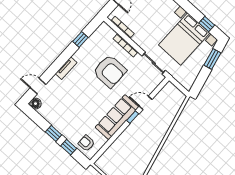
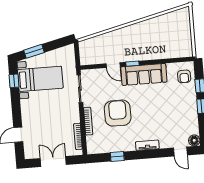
bed with nightstands: (184, 39) -> (40, 79), width x0.73

